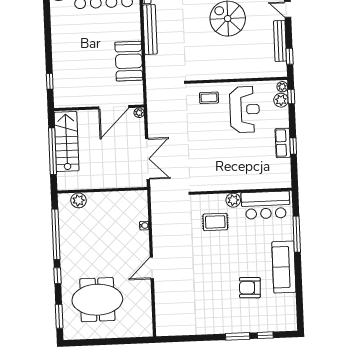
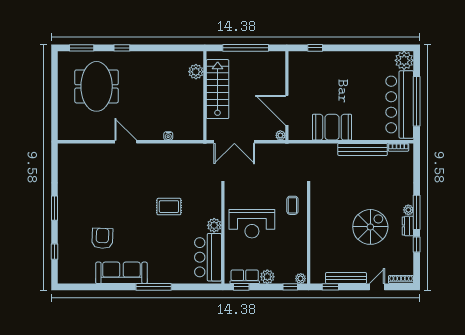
plant: (281, 100) -> (267, 277), moved
reception desk: (245, 109) -> (252, 224), moved
stairs: (67, 141) -> (218, 89), moved, turned -90
wall: (242, 191) -> (223, 234), moved
plant: (233, 200) -> (214, 225), moved
bar counter: (266, 205) -> (208, 257), moved
rug: (215, 222) -> (169, 207), turned 90
window: (56, 234) -> (163, 48), removed
window: (238, 336) -> (55, 208), moved

